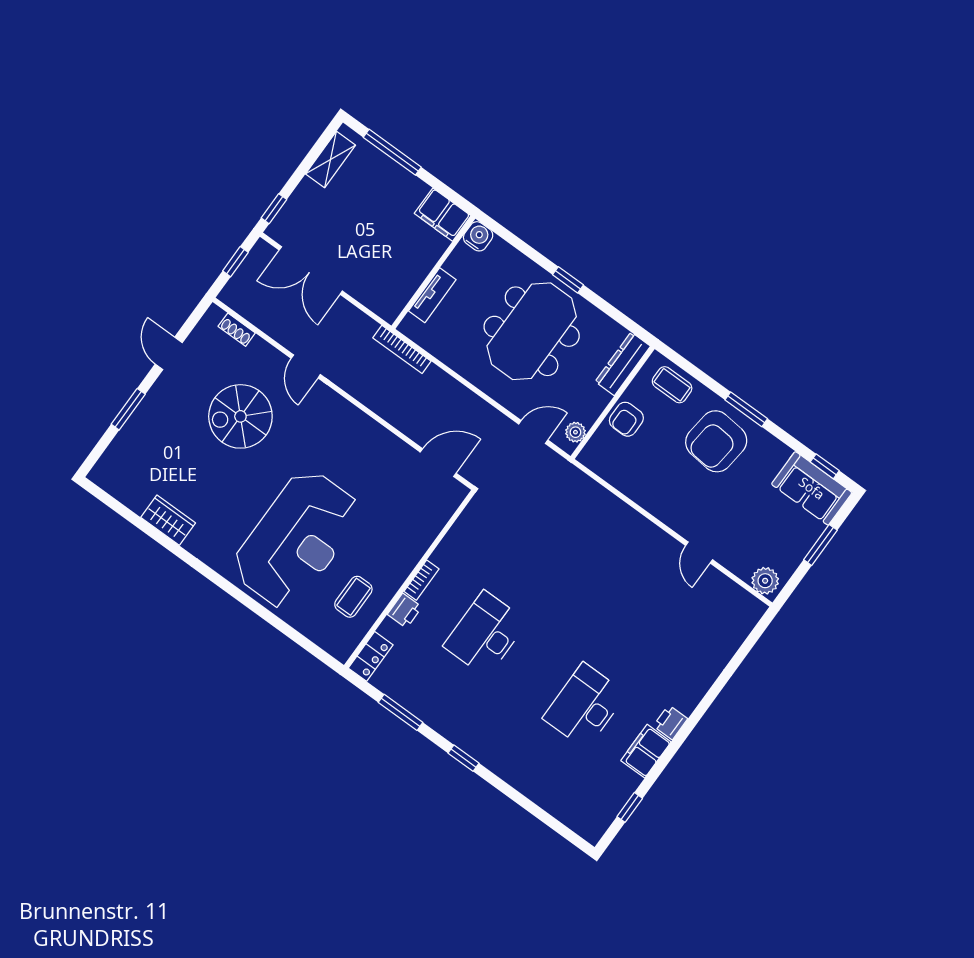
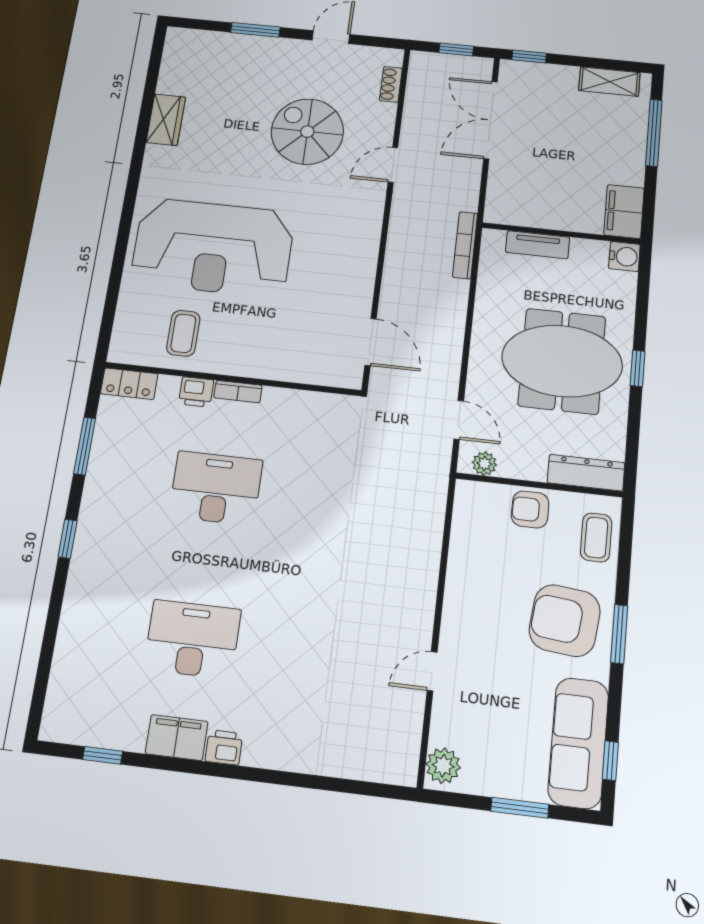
sofa: (812, 488) -> (578, 743), width x1.36
coffee table: (353, 597) -> (183, 333), turned 90

